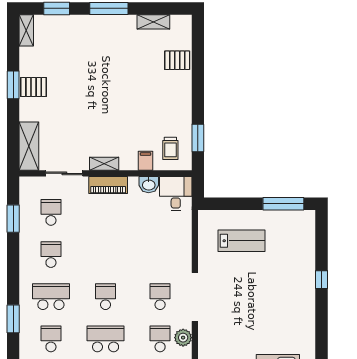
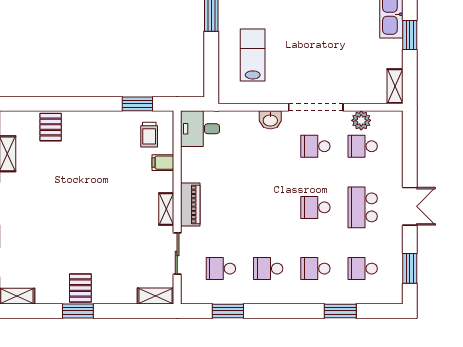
shelving: (29, 146) -> (156, 296), width x0.67, depth x0.75
trolley: (170, 148) -> (149, 135), turned 90
washbasin: (149, 185) -> (270, 120), moved, turned 90
school desk: (51, 297) -> (315, 269), width x0.54

